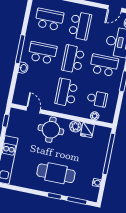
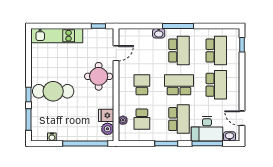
school desk: (80, 26) -> (216, 85), turned -90
school desk: (66, 92) -> (142, 85), width x0.54
plant: (76, 126) -> (107, 129), moved
cafe table: (56, 173) -> (53, 91), turned 90

